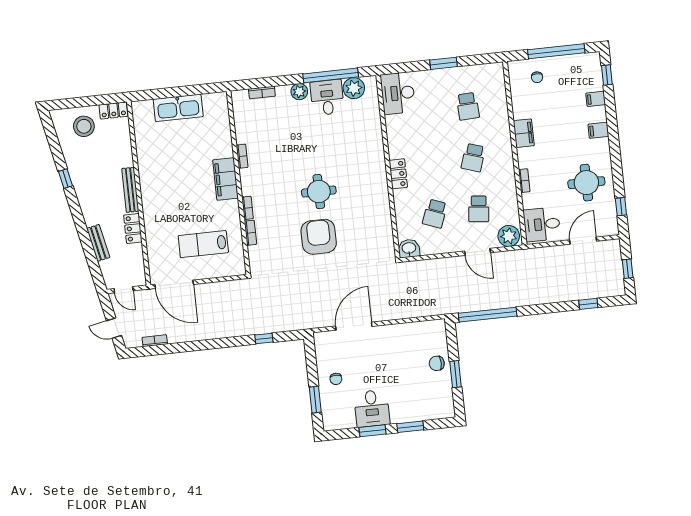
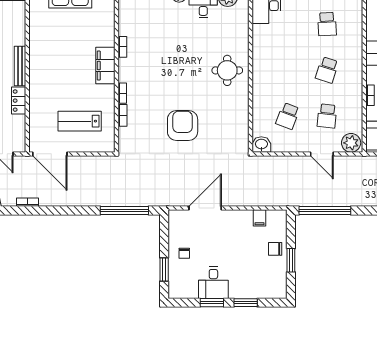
locker: (398, 174) -> (259, 77), removed
round table: (319, 192) -> (227, 70), moved
filing cabinet: (416, 331) -> (260, 218), added
window: (264, 339) -> (124, 211), width x3.17

